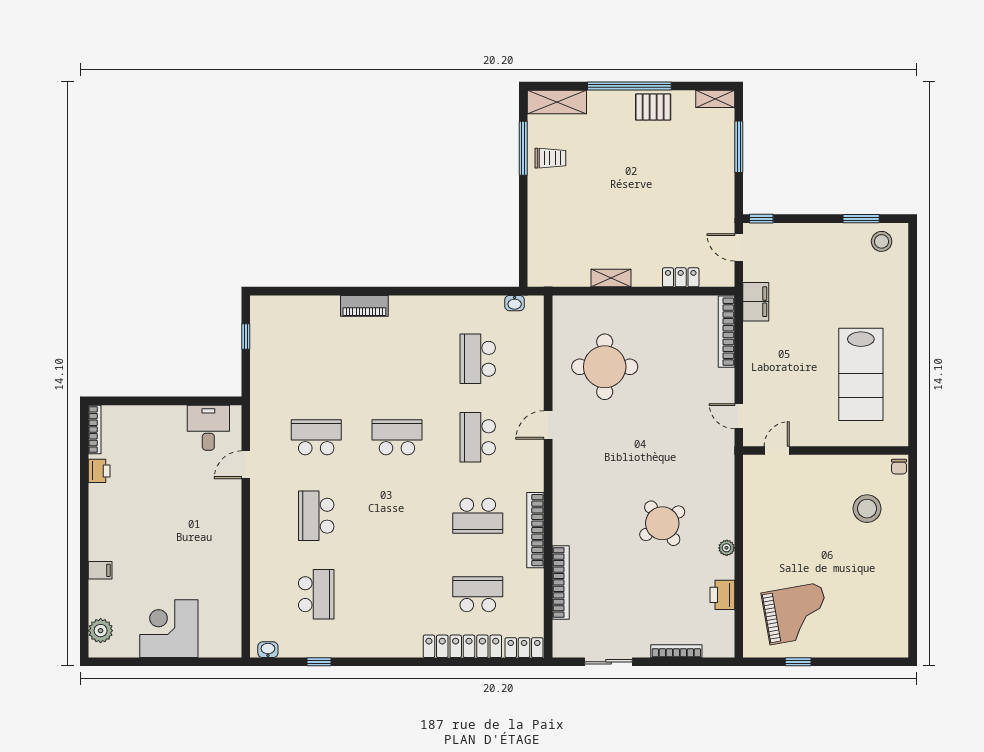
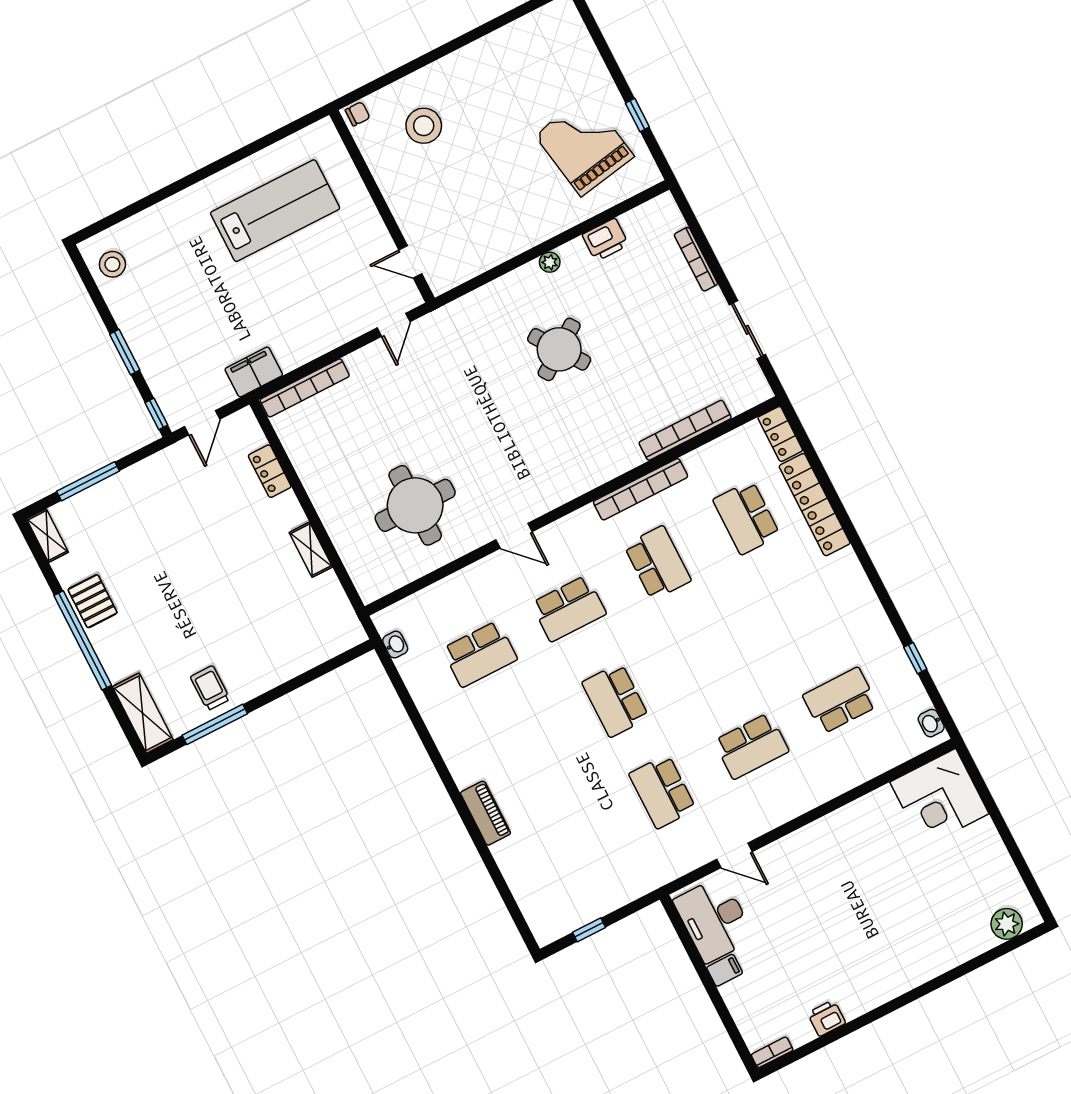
window: (861, 219) -> (125, 352), moved
desk: (208, 428) -> (714, 919), width x1.37
bookcase: (95, 430) -> (772, 1052), width x0.64
filing cabinet: (100, 570) -> (725, 970), moved, turned 90
corner desk: (169, 629) -> (939, 798), moved

